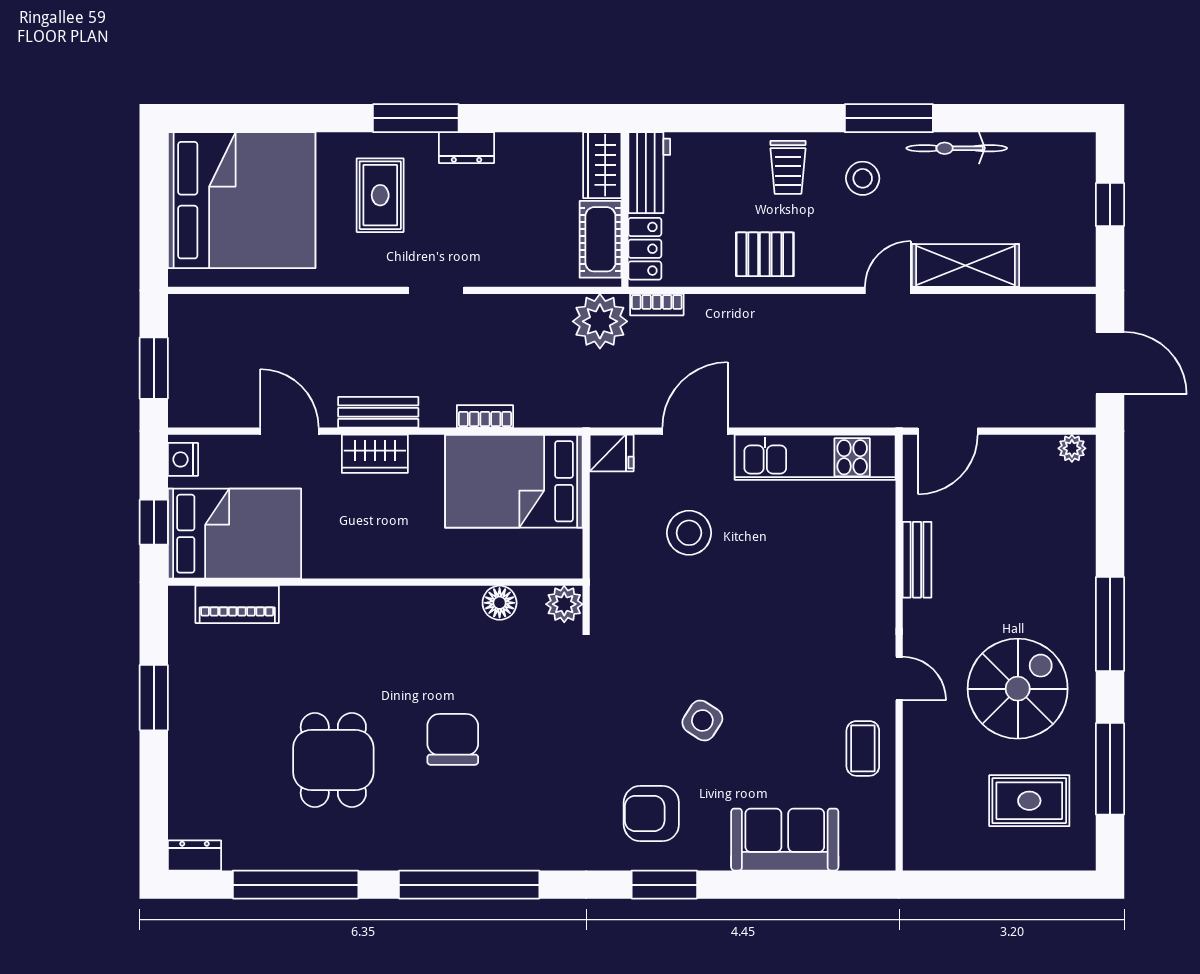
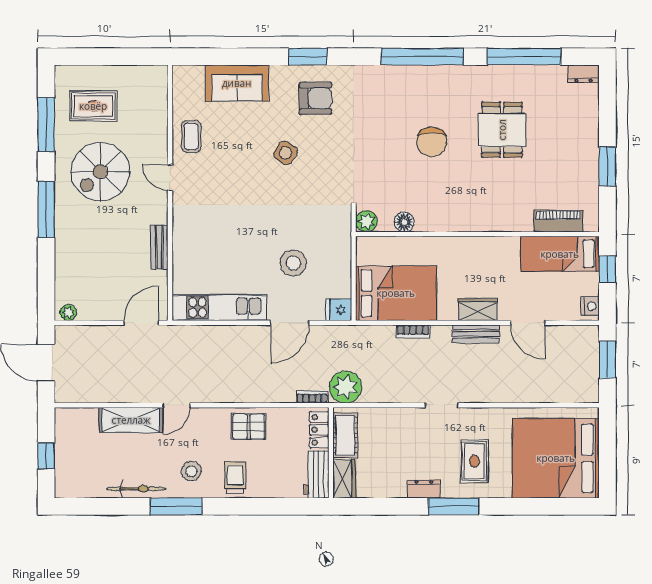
bed: (234, 534) -> (560, 254), width x0.67

